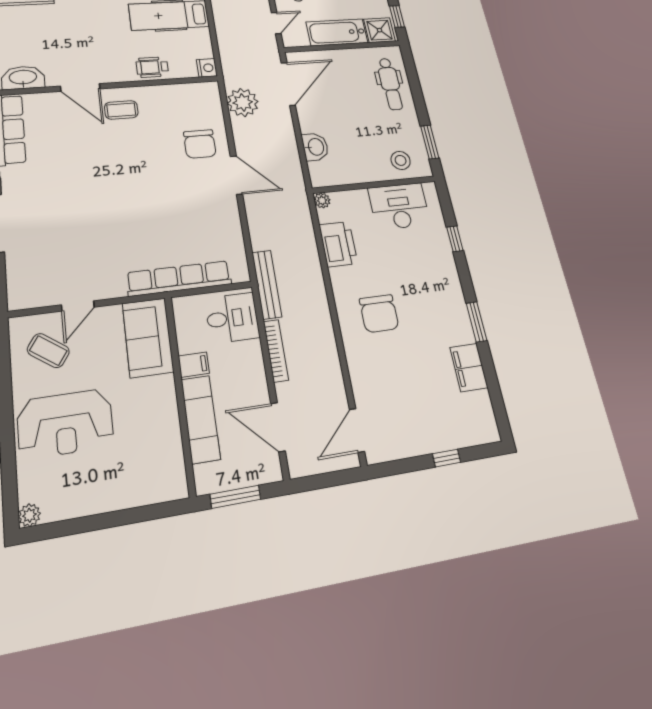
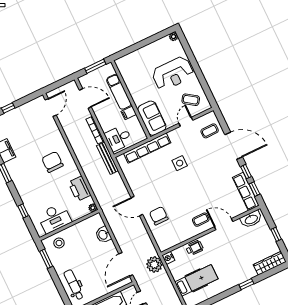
plant: (243, 102) -> (154, 264), moved
side table: (123, 227) -> (180, 163), added
coffee table: (34, 270) -> (210, 131), added
reception desk: (65, 424) -> (173, 74), turned 180

